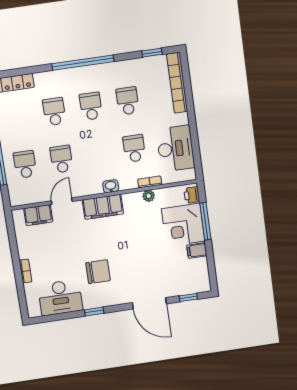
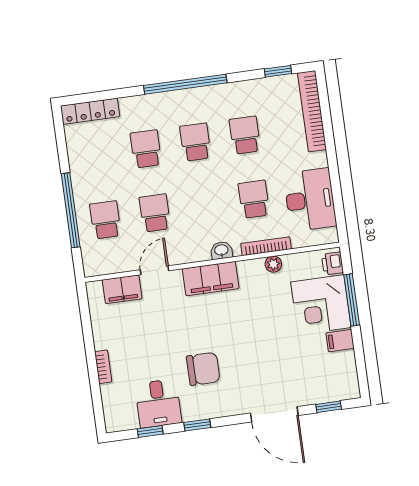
bookcase: (150, 182) -> (266, 246), width x1.56
desk: (60, 297) -> (158, 403), width x0.73
window: (60, 317) -> (150, 432), added

